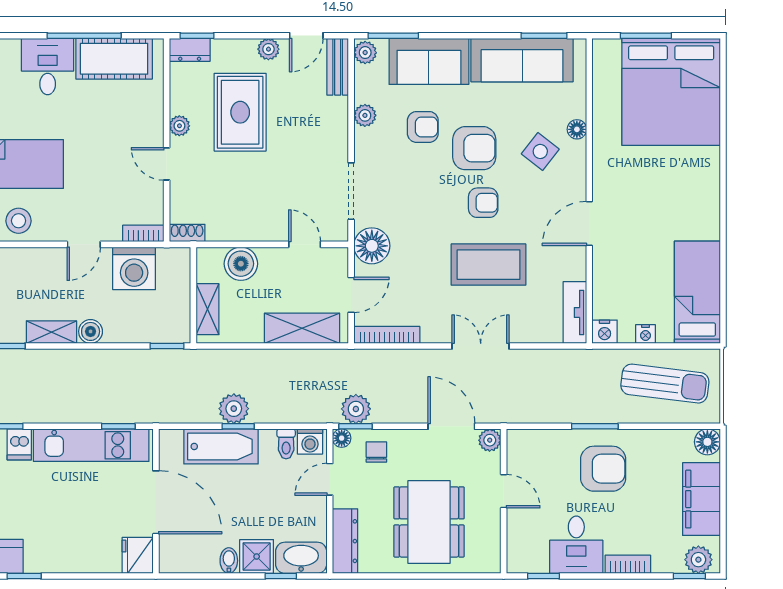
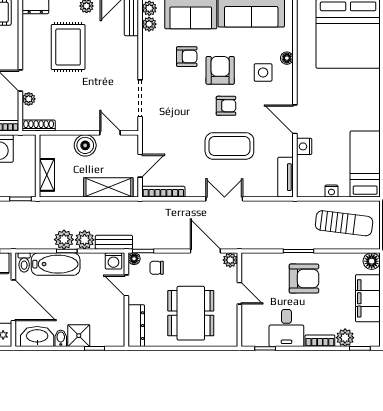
plant: (365, 115) -> (149, 24), moved
plant: (179, 126) -> (29, 99), moved
armchair: (474, 148) -> (220, 70), turned -90
side table: (540, 151) -> (263, 72), turned -38
door: (589, 223) -> (295, 119), hinge flipped
shoe rack: (187, 233) -> (39, 125), width x1.43
floor lamp: (372, 246) -> (154, 134), removed
boiler: (241, 264) -> (85, 145), moved
nightstand: (605, 332) -> (304, 146), moved, turned 90
plant: (356, 409) -> (85, 240), moved
bench: (311, 413) -> (114, 242), added
toilet: (286, 444) -> (24, 262), moved
chair: (376, 452) -> (157, 268), turned -90
door: (330, 479) -> (126, 285), hinge flipped
washbasin: (301, 558) -> (37, 336), moved
plant: (698, 560) -> (345, 338), moved

